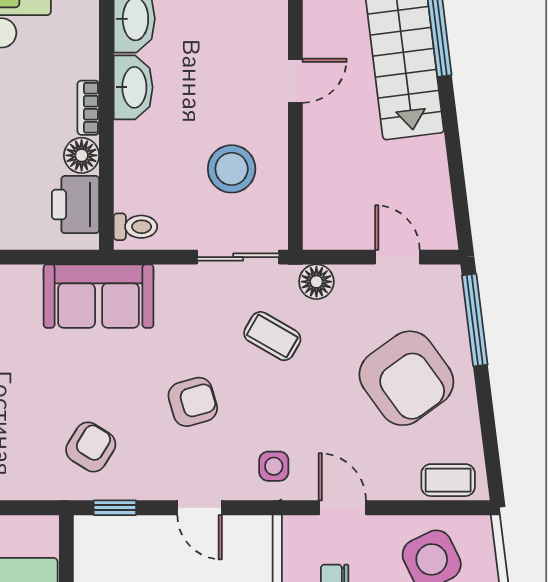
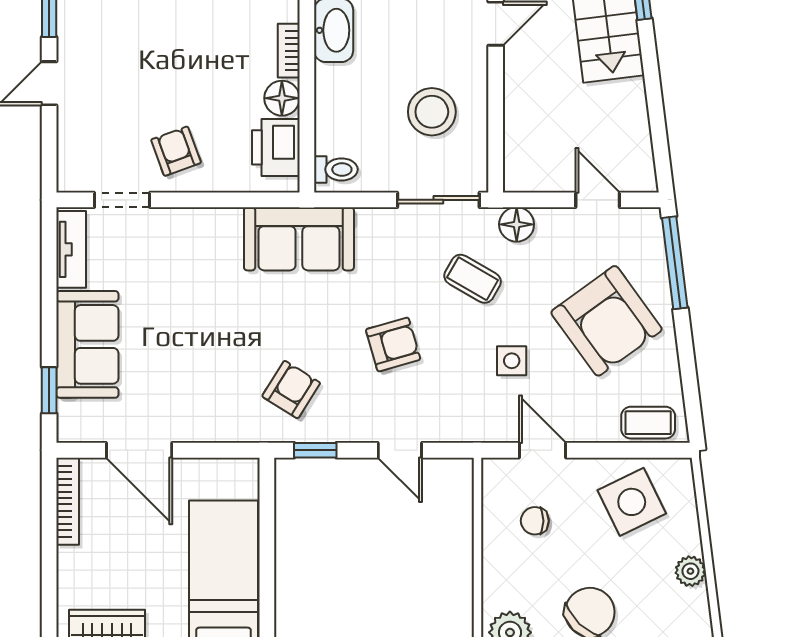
side table: (274, 466) -> (512, 361), moved

